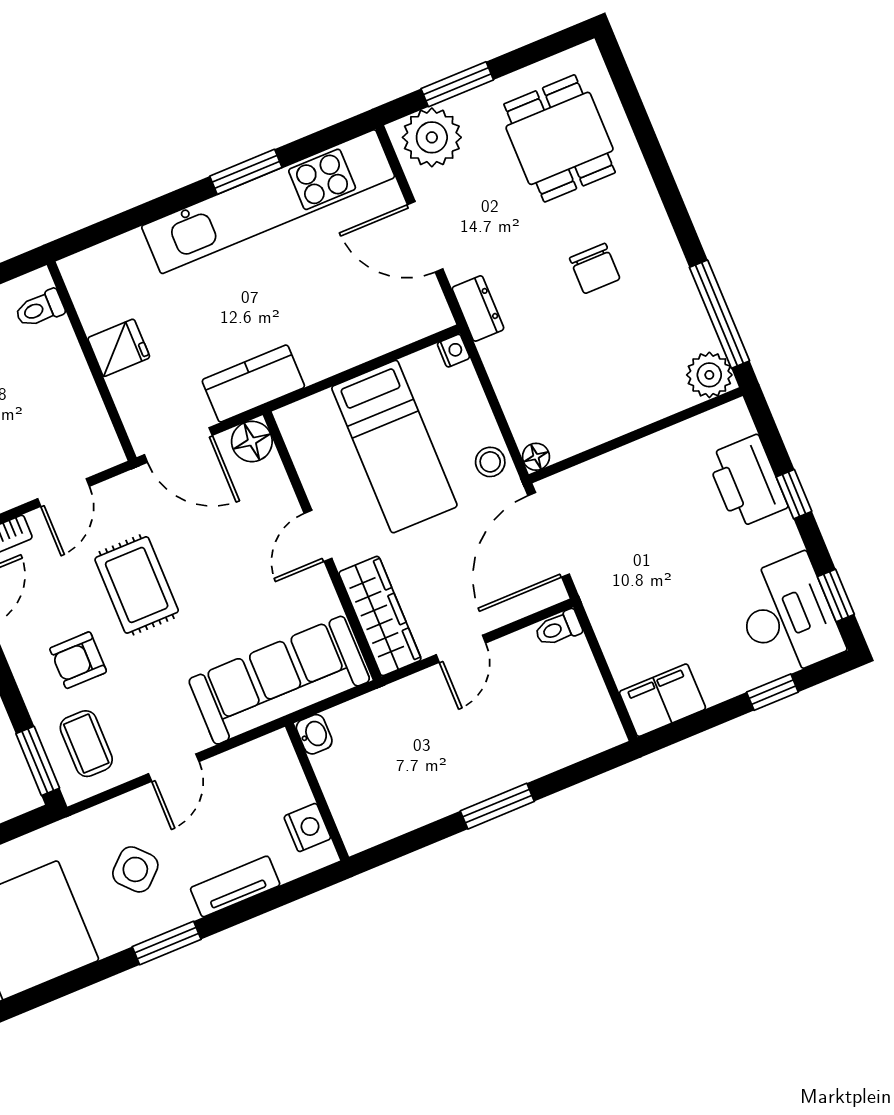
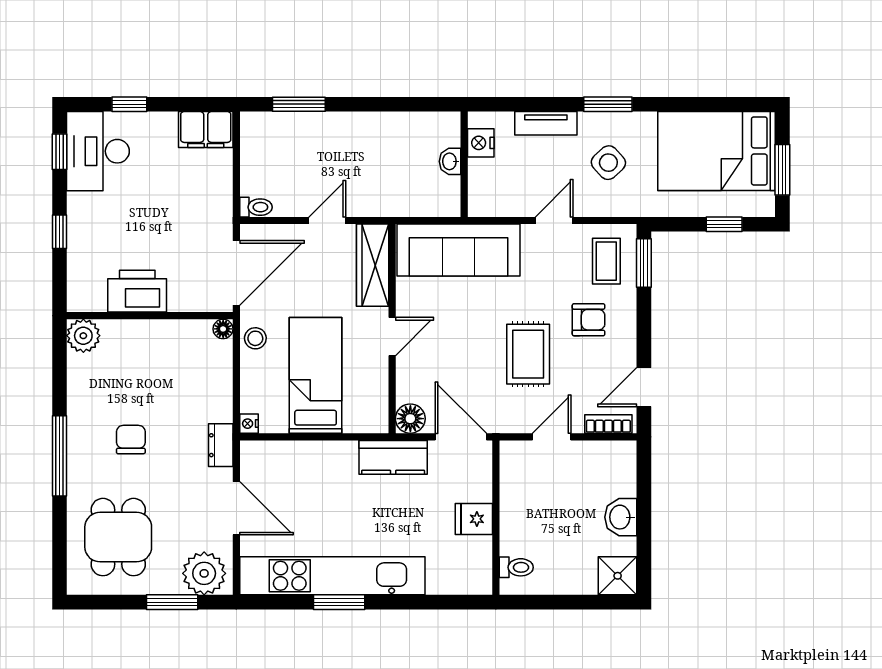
window: (719, 314) -> (60, 456), moved
printer: (747, 481) -> (137, 291), moved, turned -90
washbasin: (314, 734) -> (450, 161), moved
window: (497, 806) -> (299, 104), moved

